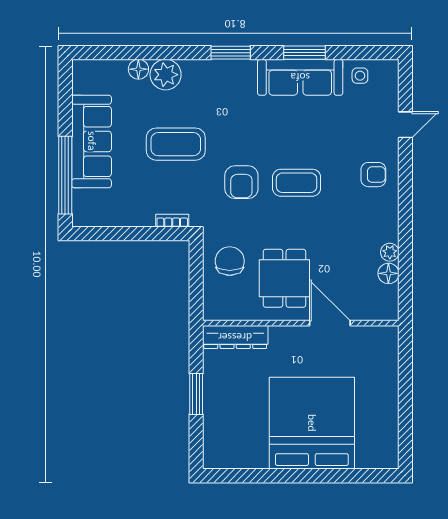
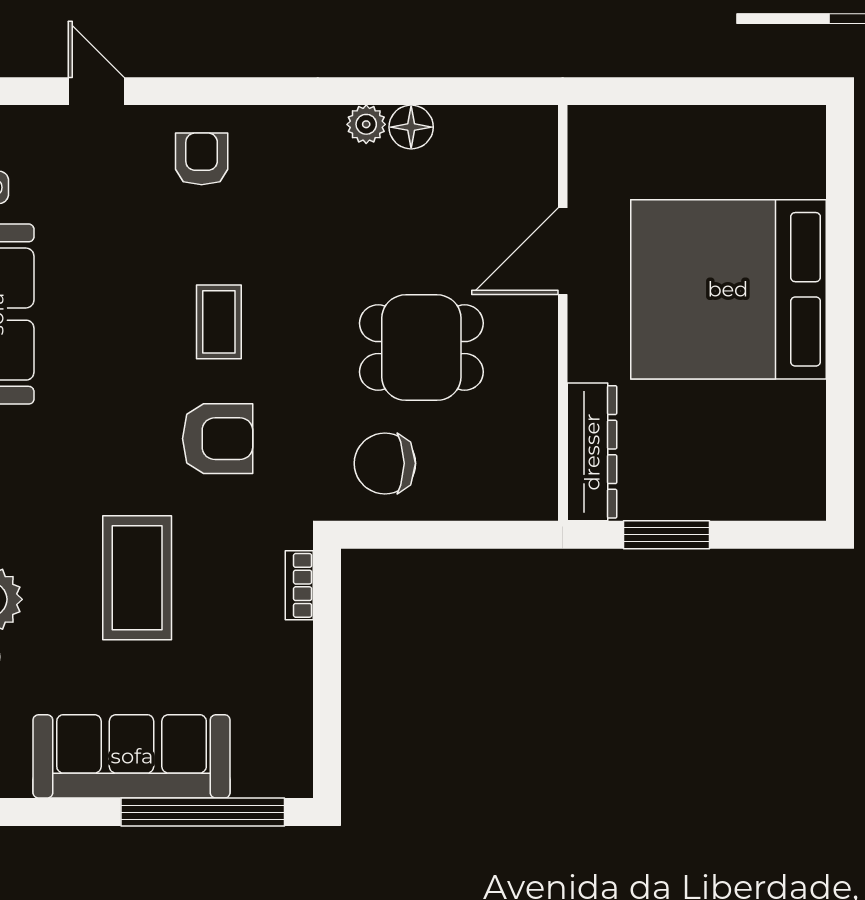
coffee table: (297, 183) -> (219, 322), width x0.73, depth x0.77
wall: (301, 323) -> (563, 313), moved
door: (330, 323) -> (563, 251), moved
dresser: (235, 337) -> (592, 452), moved

